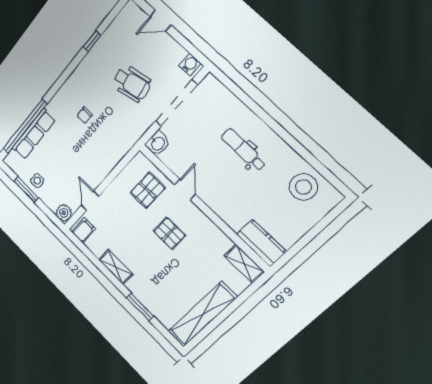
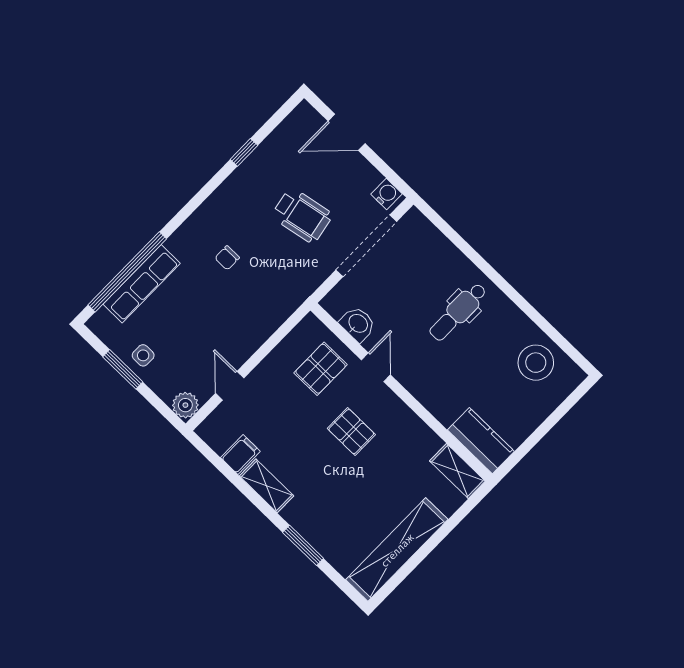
door: (160, 21) -> (347, 132), width x1.38
washbasin: (158, 143) -> (358, 324), moved, turned -90
dental chair: (243, 150) -> (458, 312), turned -90
filing cabinet: (84, 230) -> (240, 454), moved

